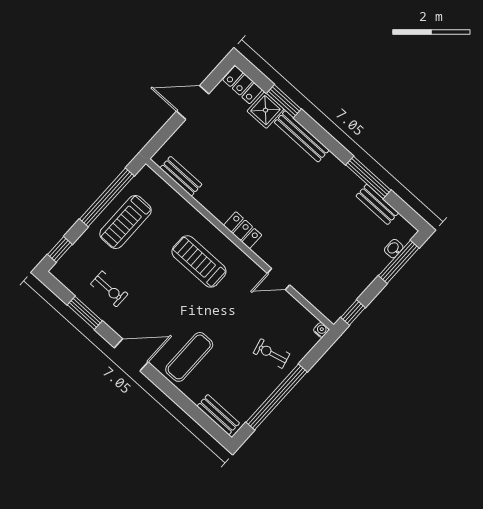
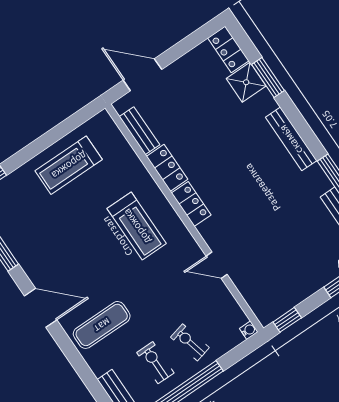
door: (193, 102) -> (142, 75), moved
bench: (302, 136) -> (291, 139), moved
window: (107, 197) -> (55, 134), removed
locker: (213, 203) -> (167, 168), added
treadmill: (199, 261) -> (137, 226), turned 180
exercise bike: (109, 289) -> (155, 363), moved, turned 180

